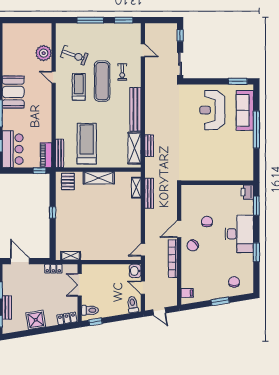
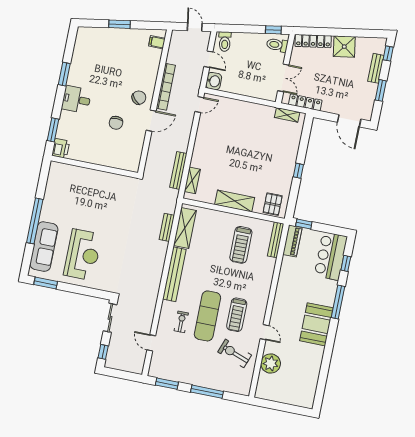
treadmill: (87, 144) -> (241, 245), width x0.73, depth x0.73
desk: (239, 234) -> (76, 100), width x0.53, depth x0.77
locker: (53, 269) -> (305, 102), width x1.53
chair: (234, 282) -> (98, 44), removed
locker: (67, 318) -> (313, 41), width x1.53

